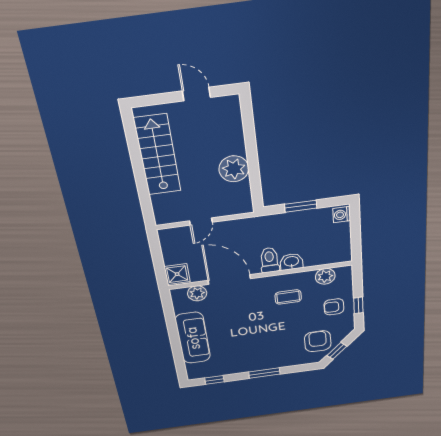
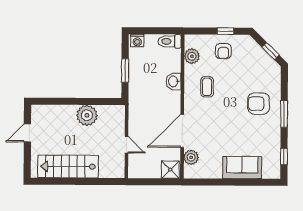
toilet: (270, 260) -> (170, 41), moved
sofa: (193, 338) -> (242, 168), width x0.73
armchair: (318, 341) -> (259, 104), moved

